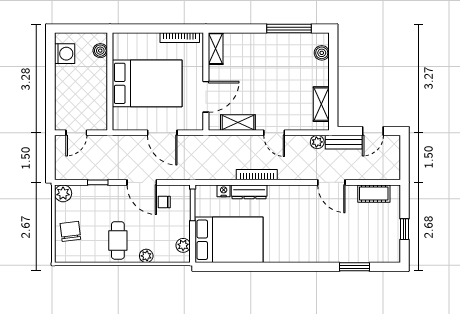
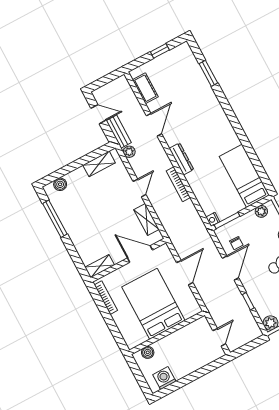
door: (76, 133) -> (219, 337), hinge flipped
nightstand: (224, 191) -> (213, 219), moved
dresser: (249, 192) -> (181, 159), moved
bed: (229, 240) -> (244, 176), width x0.67

